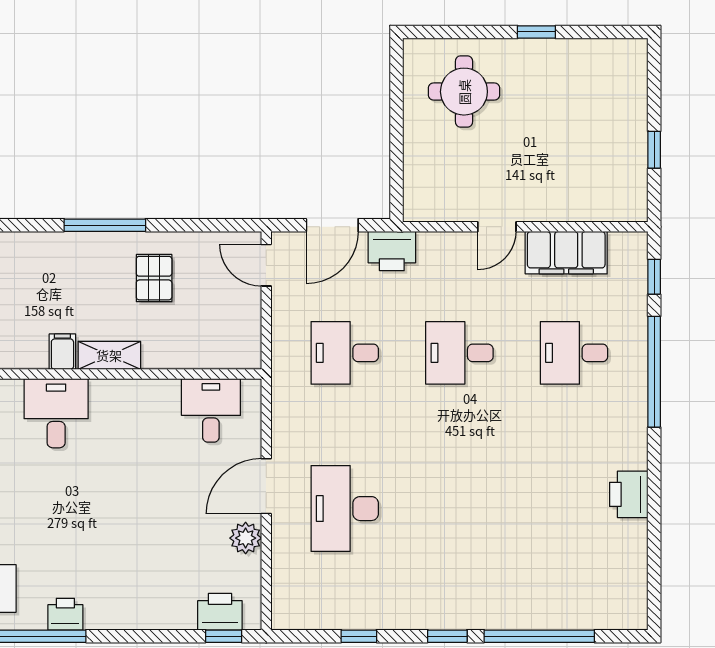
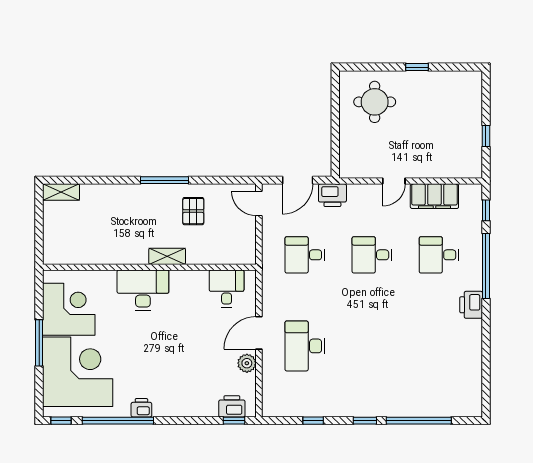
filing cabinet: (62, 352) -> (140, 254), removed
desk: (56, 413) -> (143, 290), width x1.37
printer: (629, 494) -> (471, 305), moved

